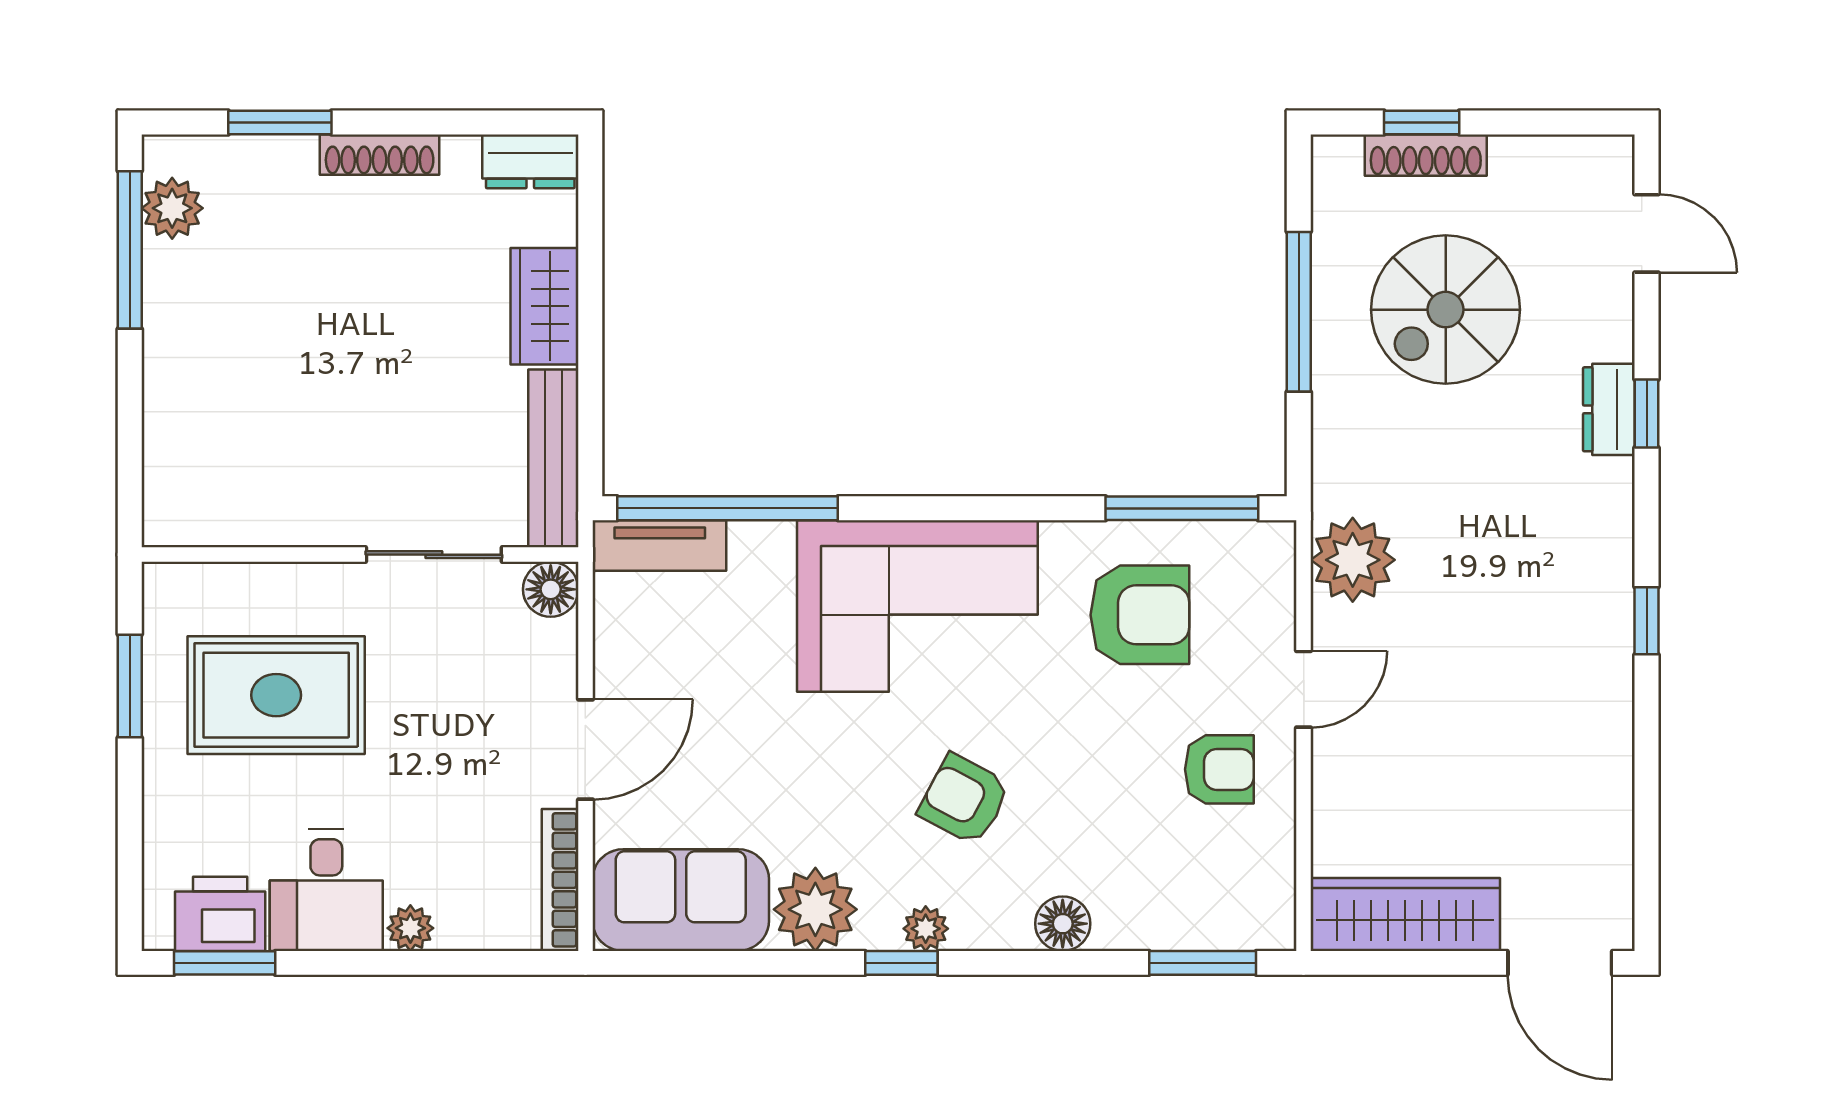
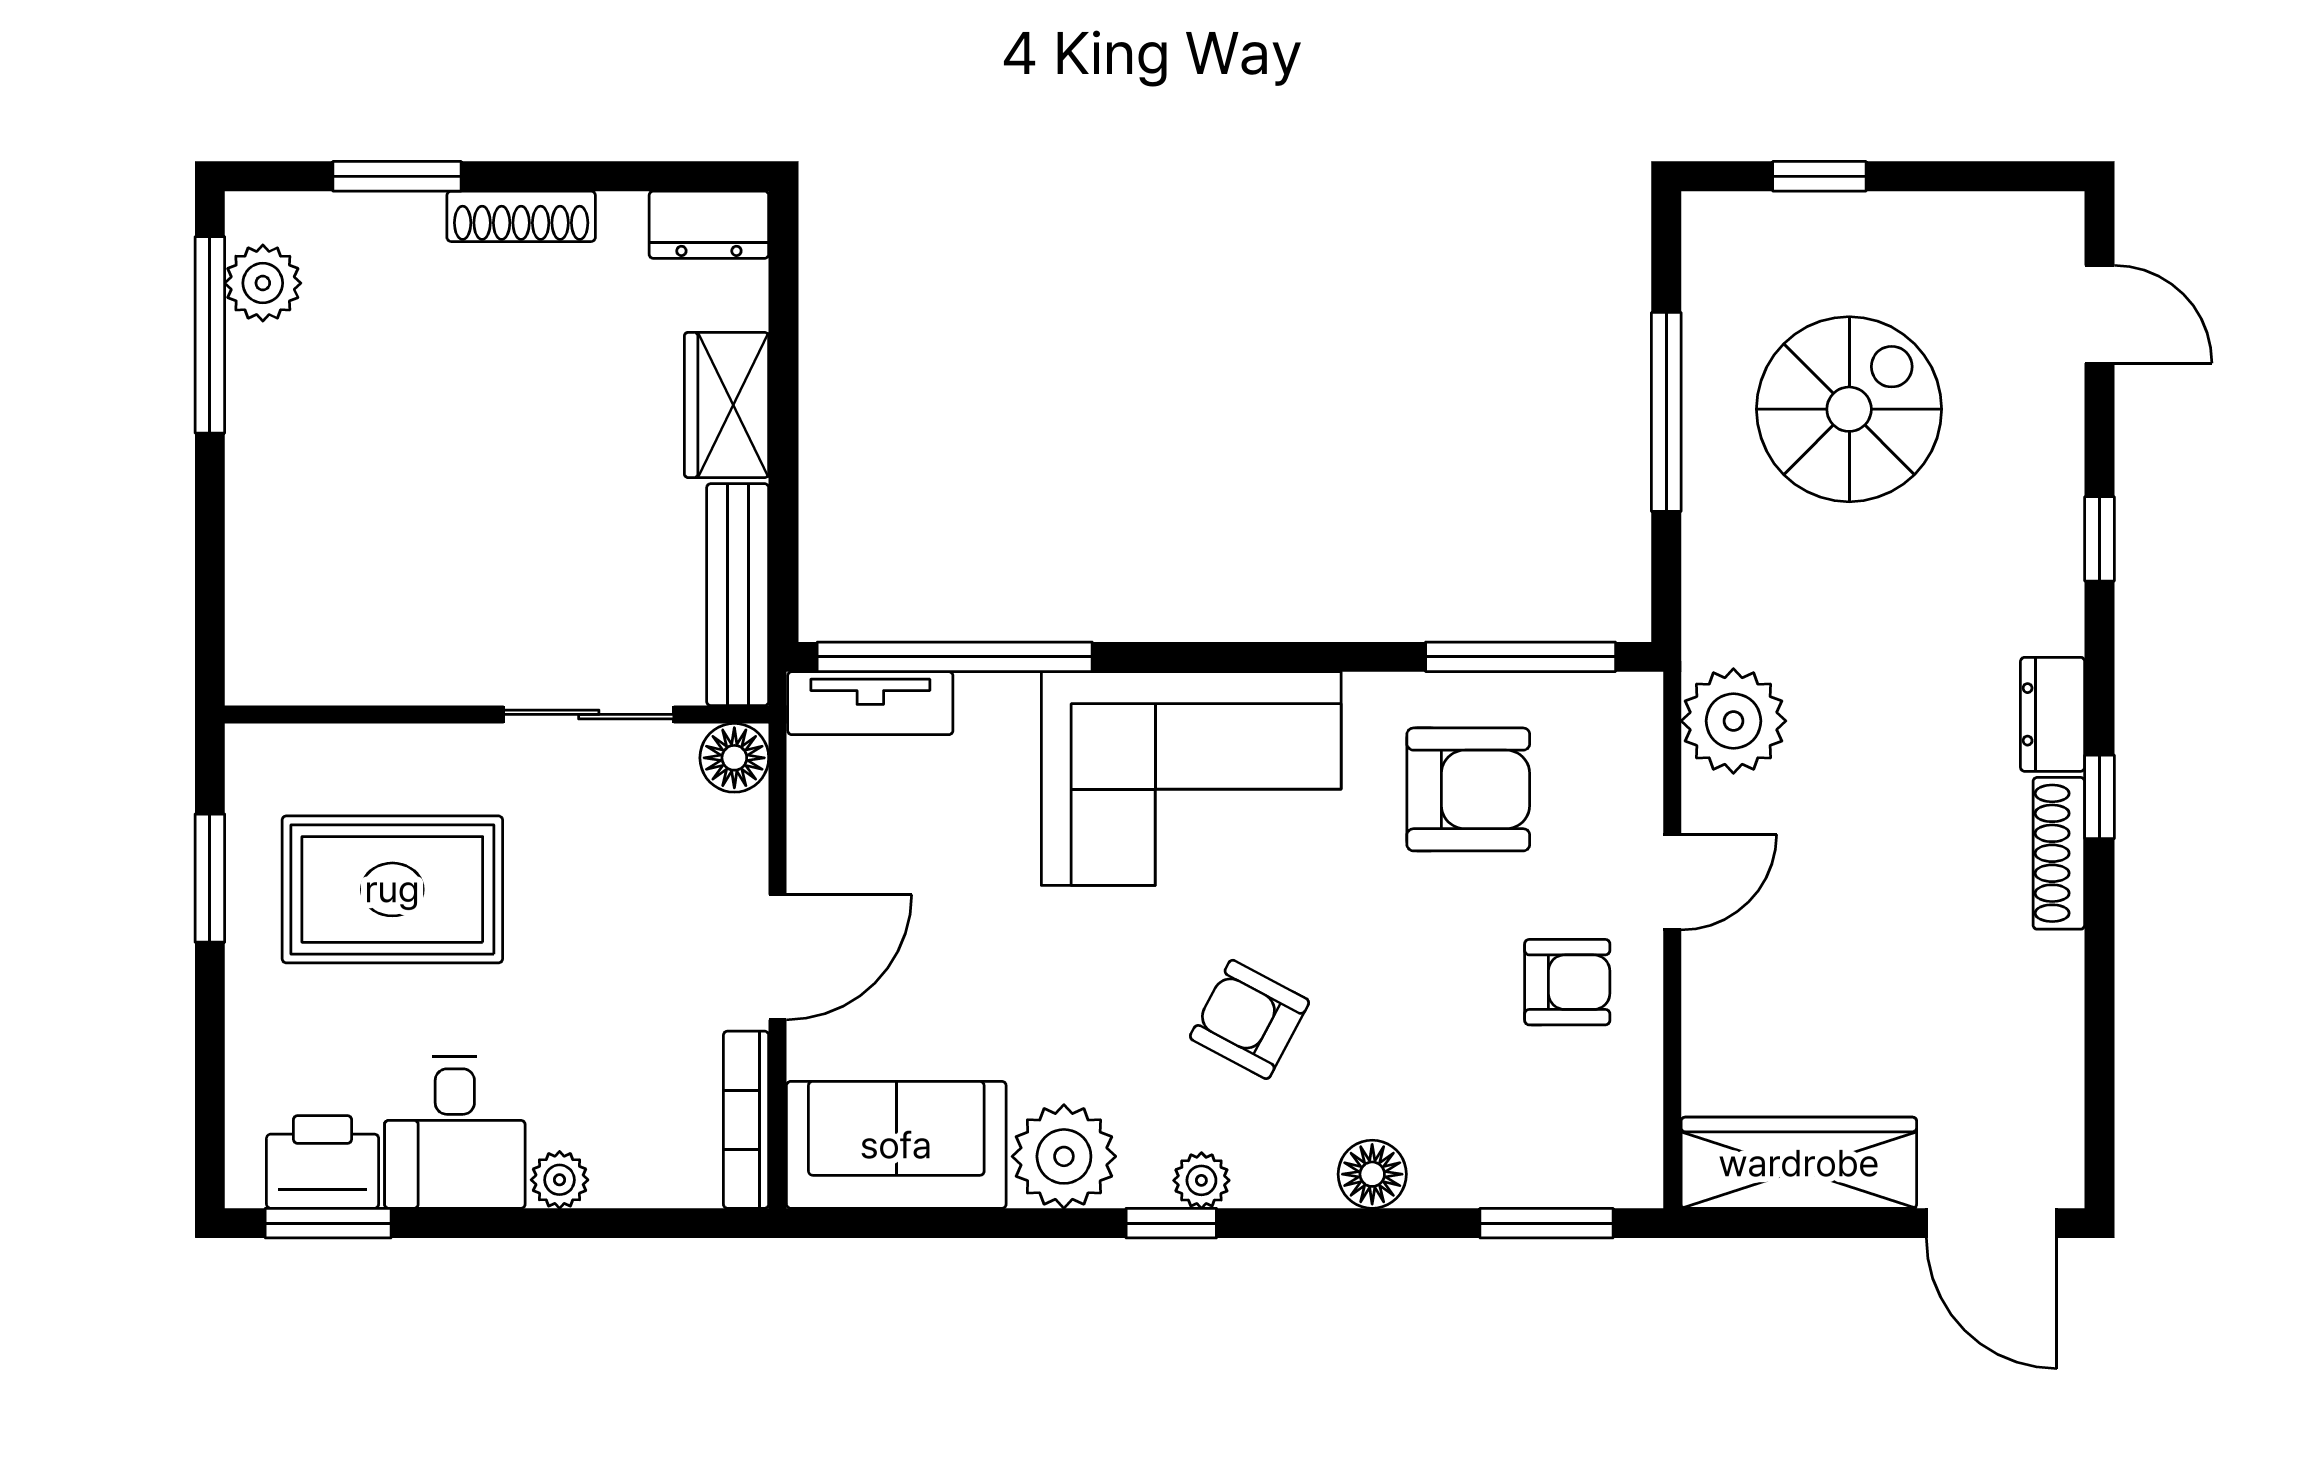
shoe rack: (1426, 155) -> (2059, 853), moved, turned 90
spiral stairs: (1446, 310) -> (1849, 409), turned 180
dresser: (1609, 409) -> (2053, 714), moved

